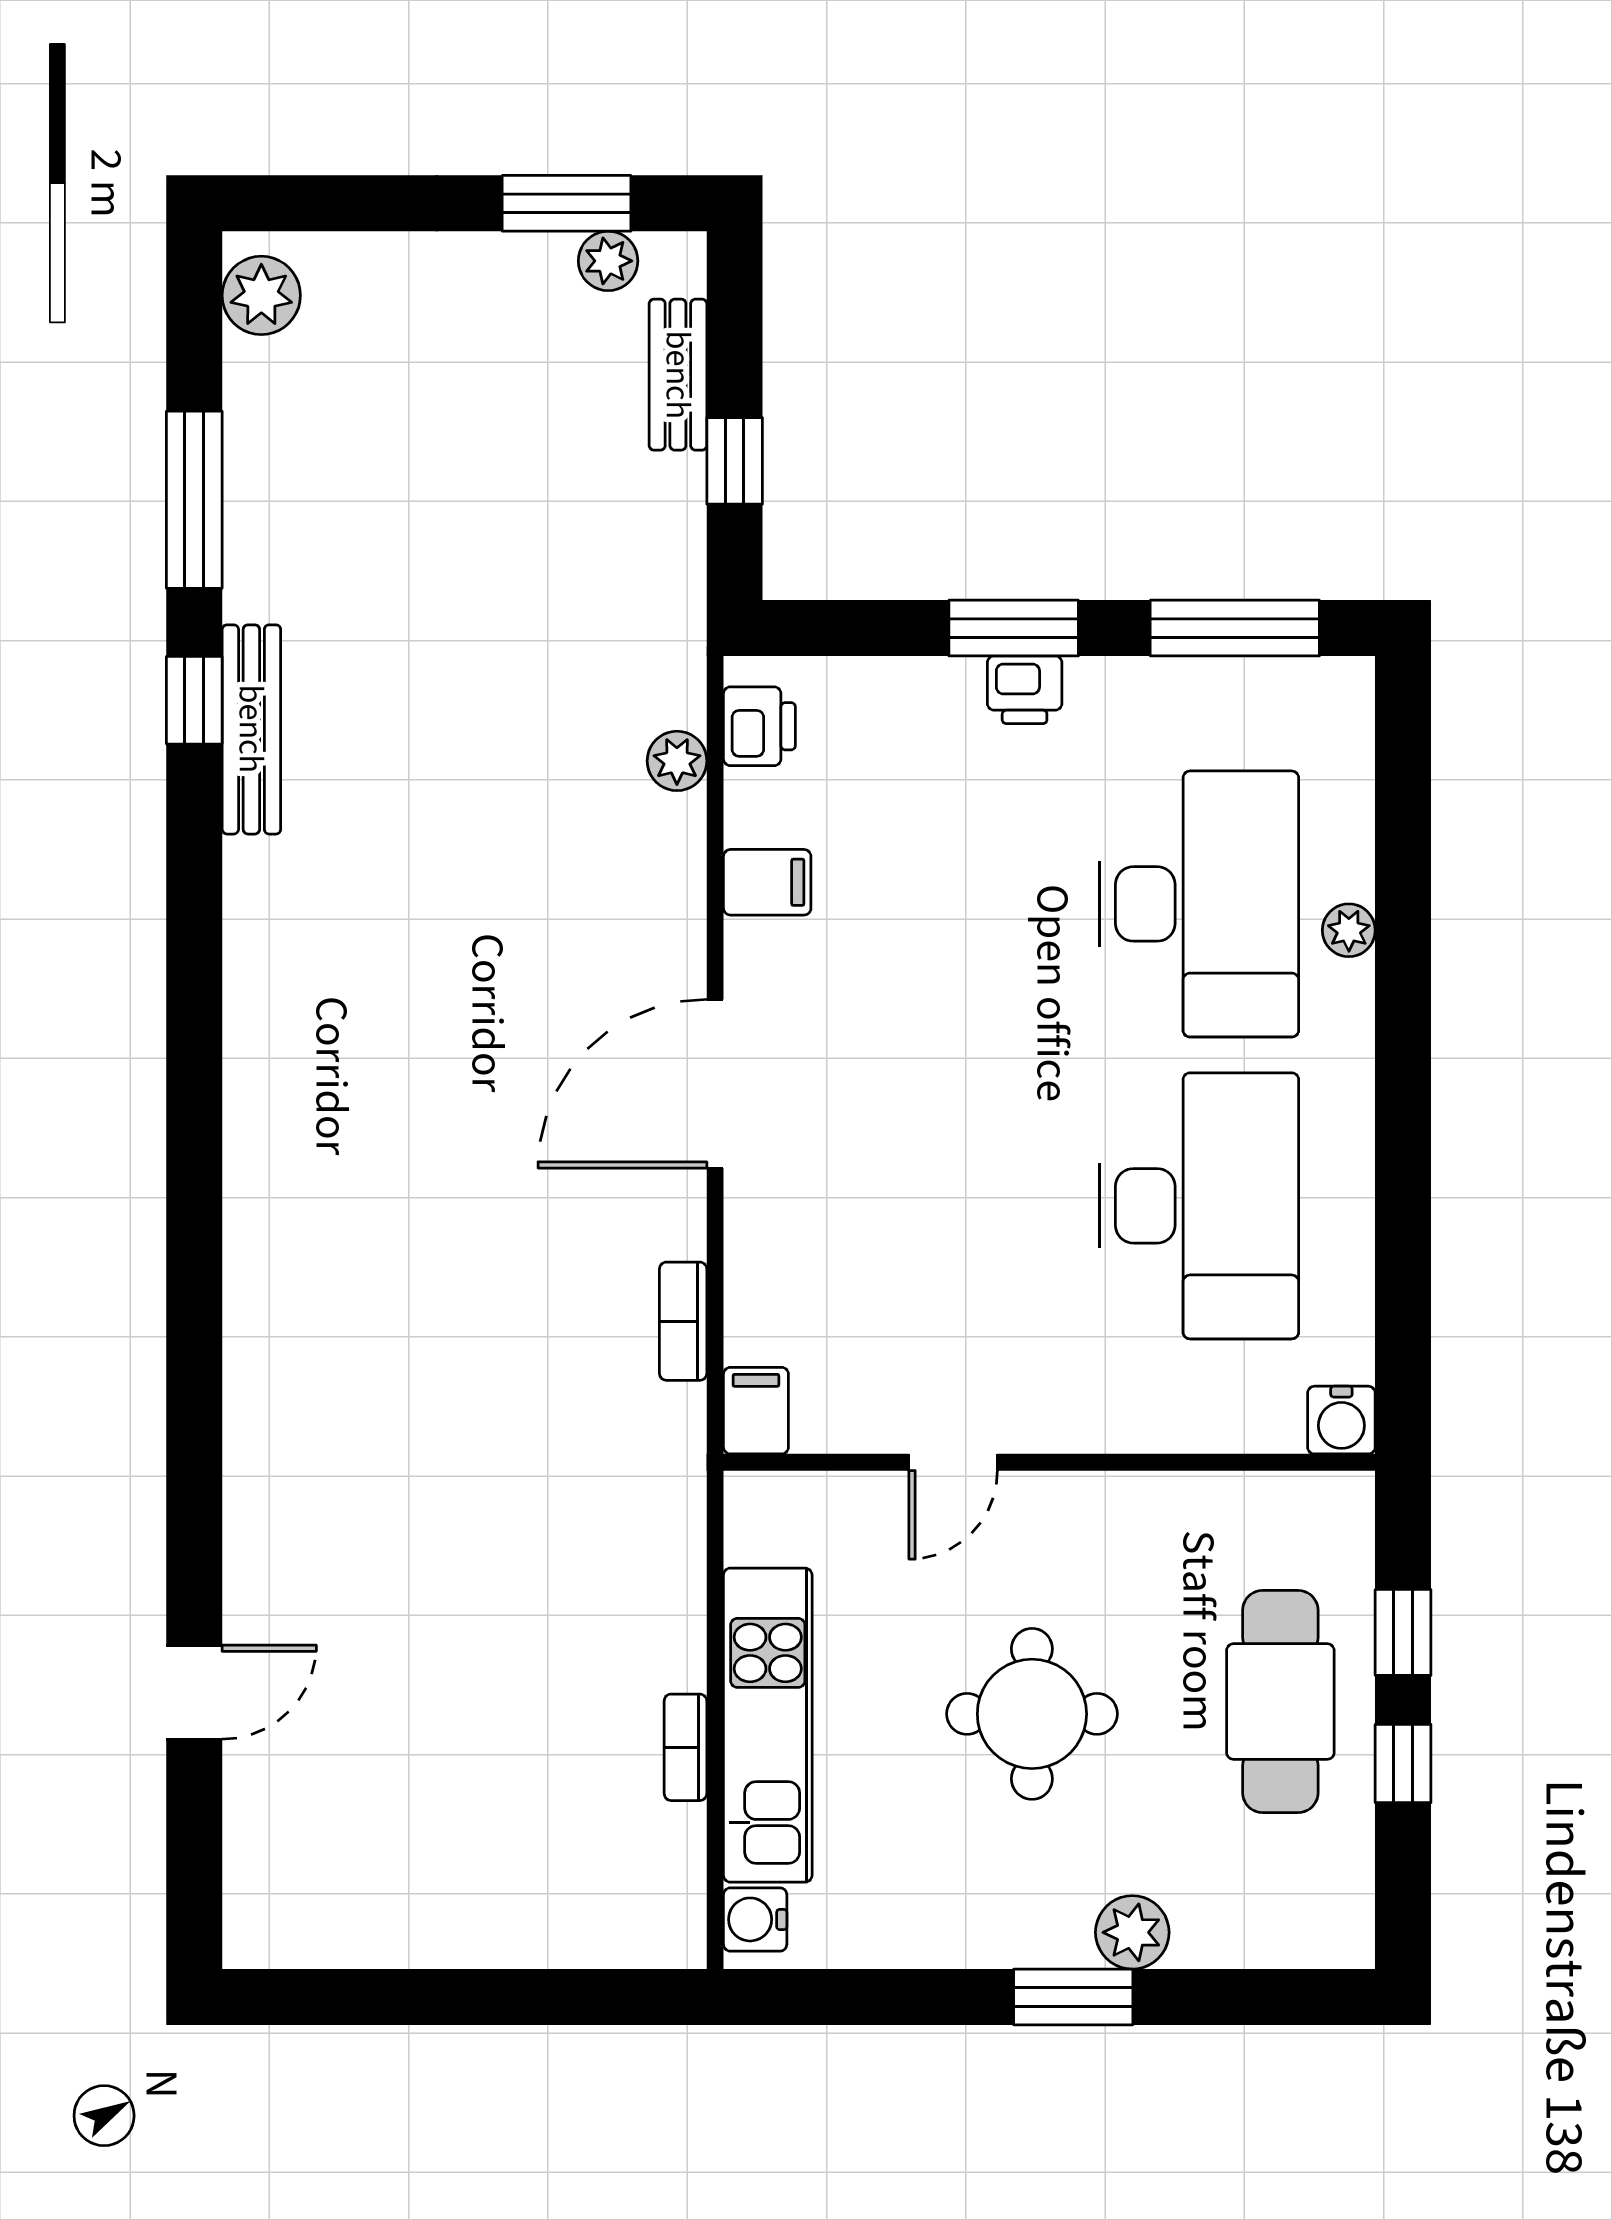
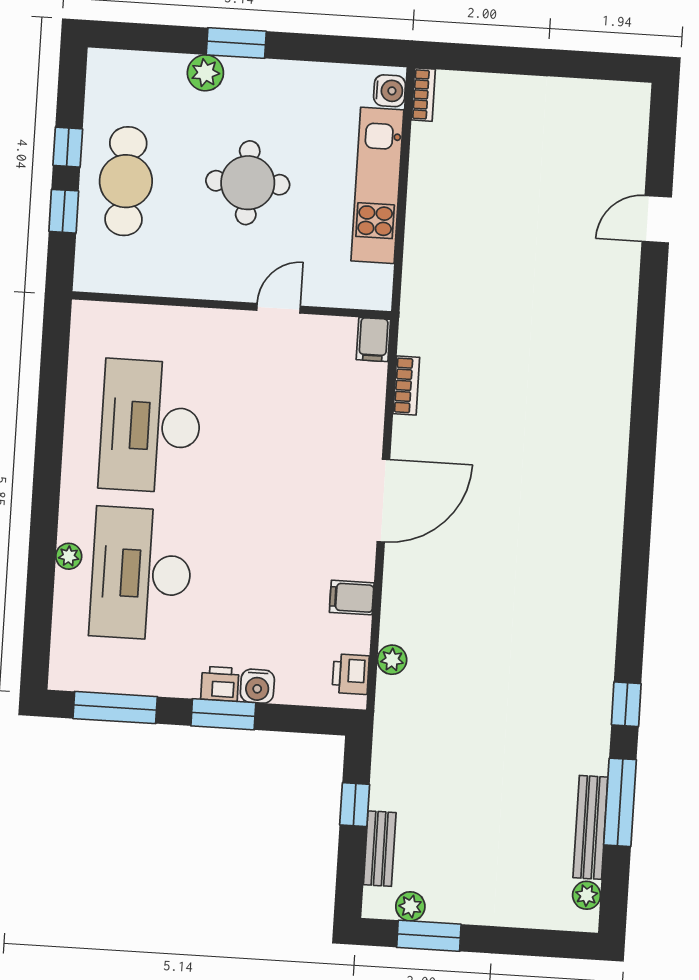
plant: (261, 295) -> (587, 895), width x0.73, depth x0.73
bench: (251, 729) -> (590, 827), moved
water cooler: (1341, 1420) -> (257, 686), moved, turned 180
bookcase: (685, 1747) -> (423, 95), moved

